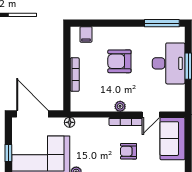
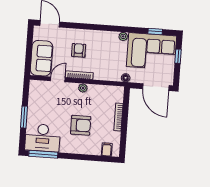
desk: (169, 63) -> (43, 138), moved, turned -90
armchair: (129, 151) -> (79, 50), turned -90

